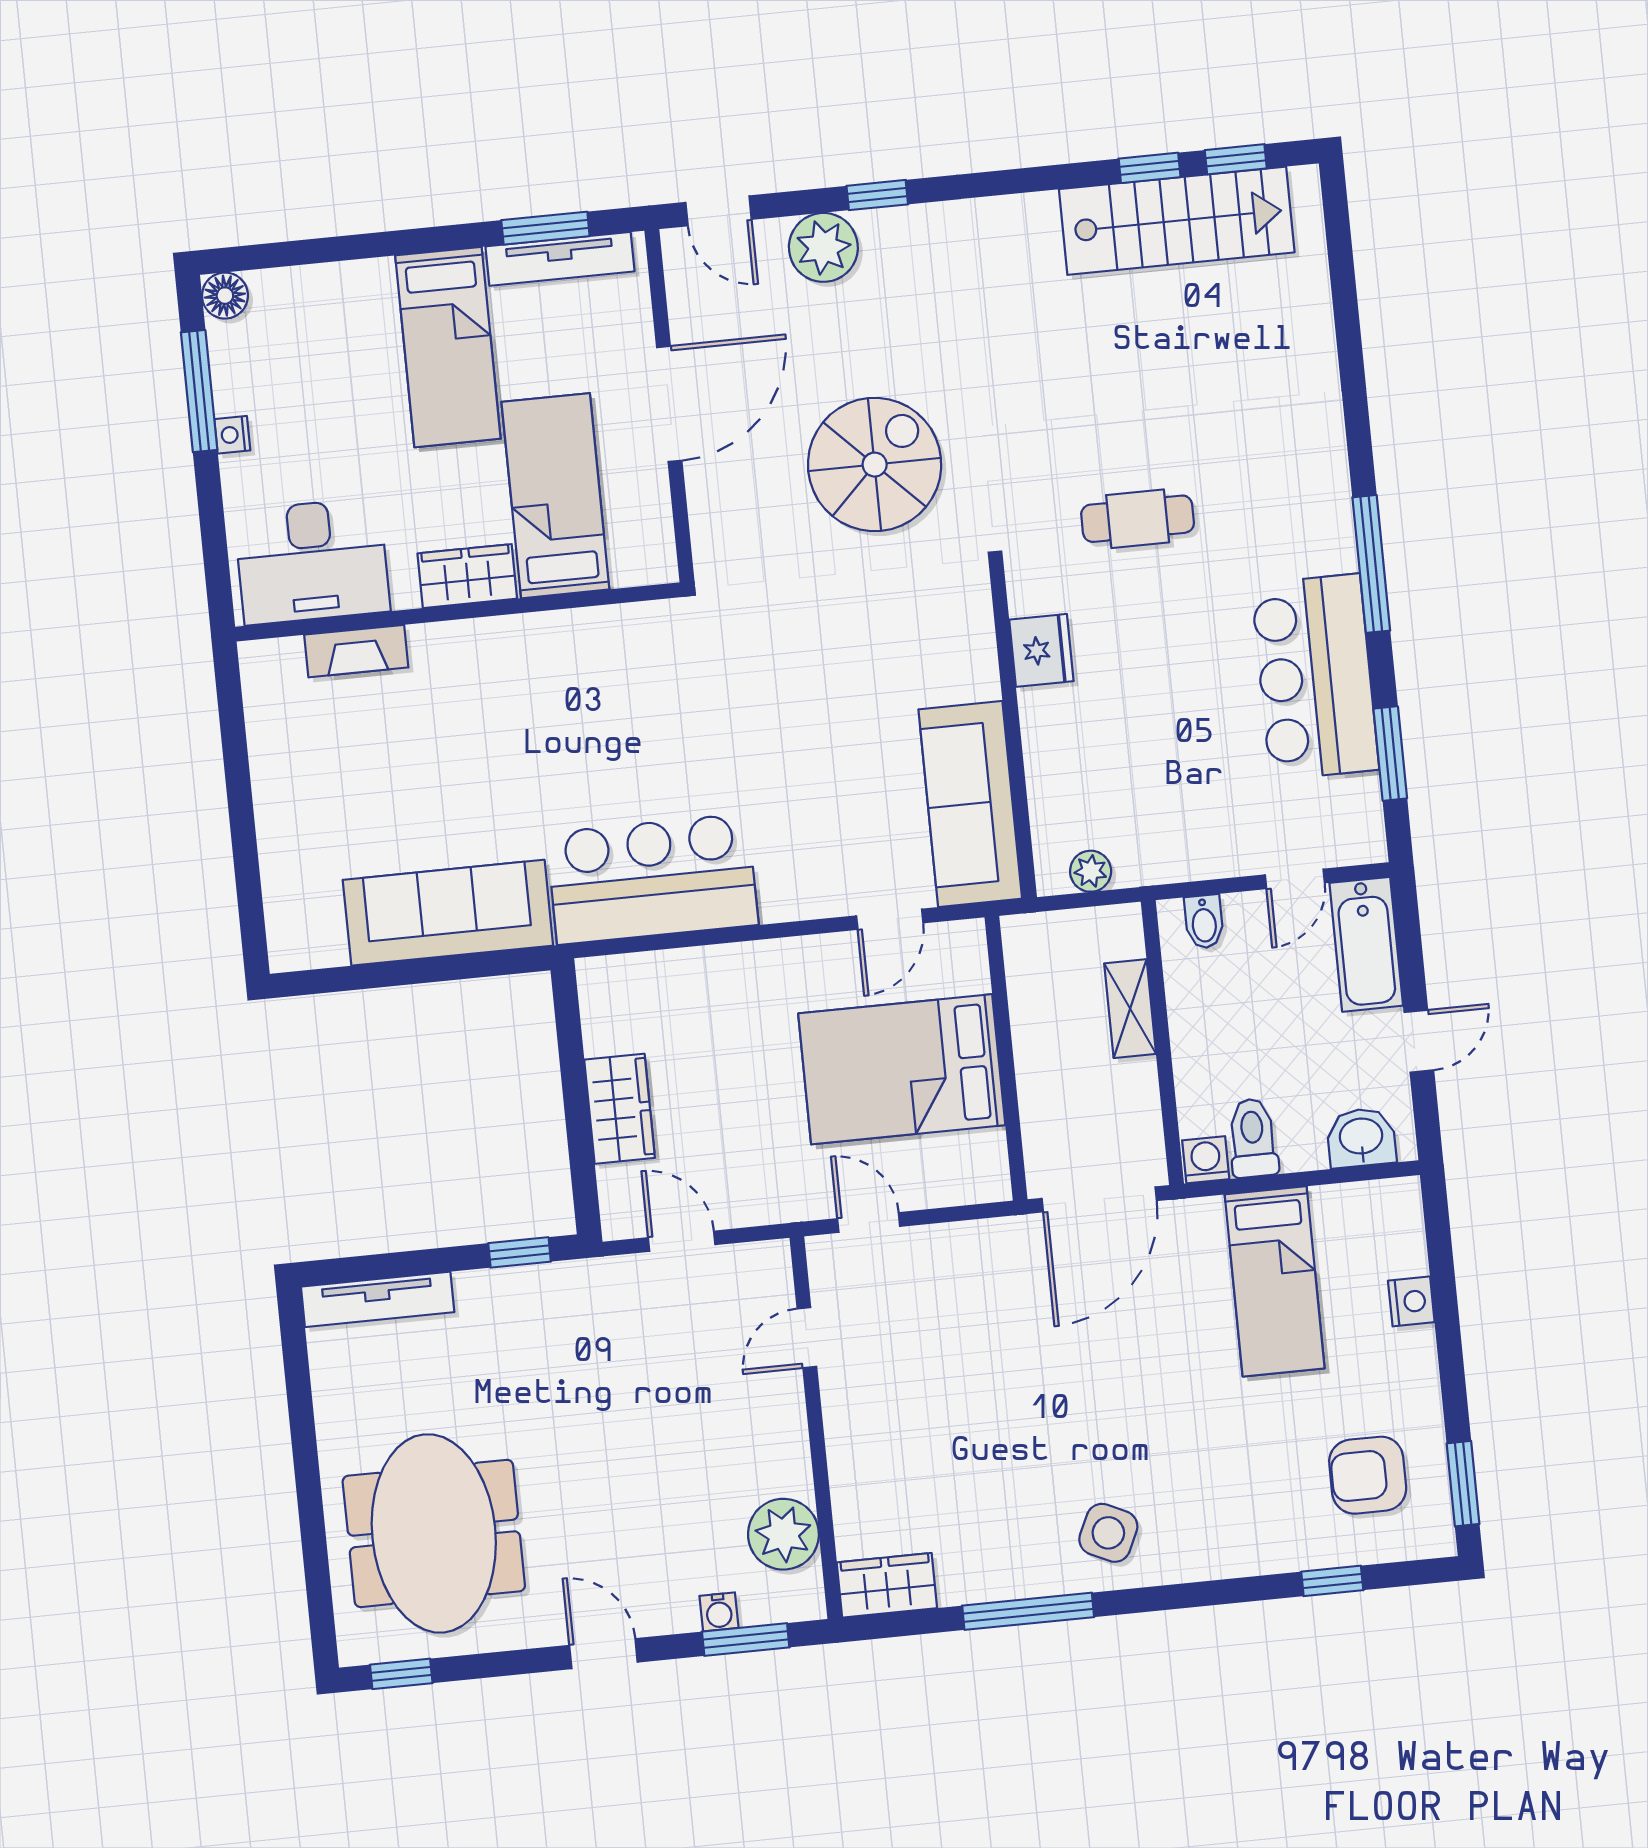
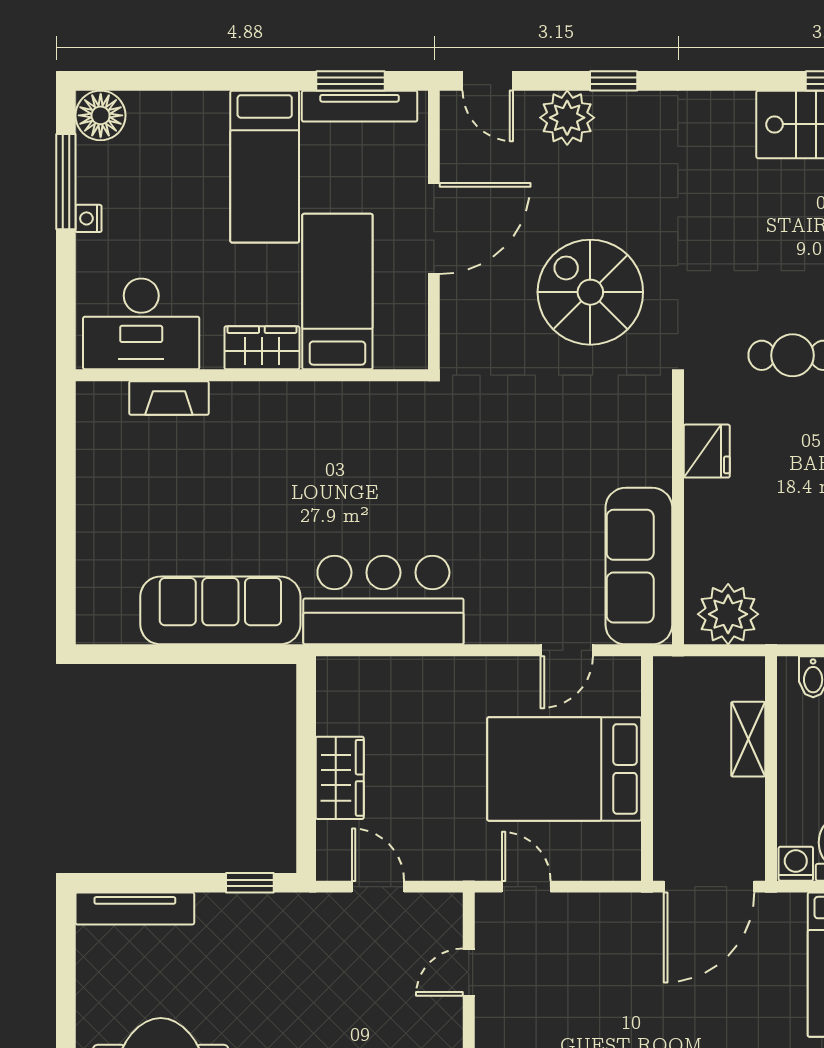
floor lamp: (225, 296) -> (101, 115), width x1.38, depth x1.38
spiral stairs: (875, 465) -> (590, 292), turned -90
plant: (1091, 871) -> (728, 614), width x1.88, depth x1.88

